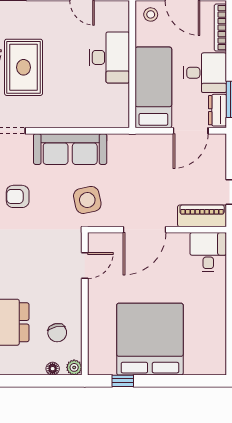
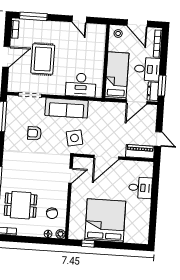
desk: (109, 57) -> (81, 85), moved, turned 90
desk: (208, 252) -> (140, 188), moved, turned 90

